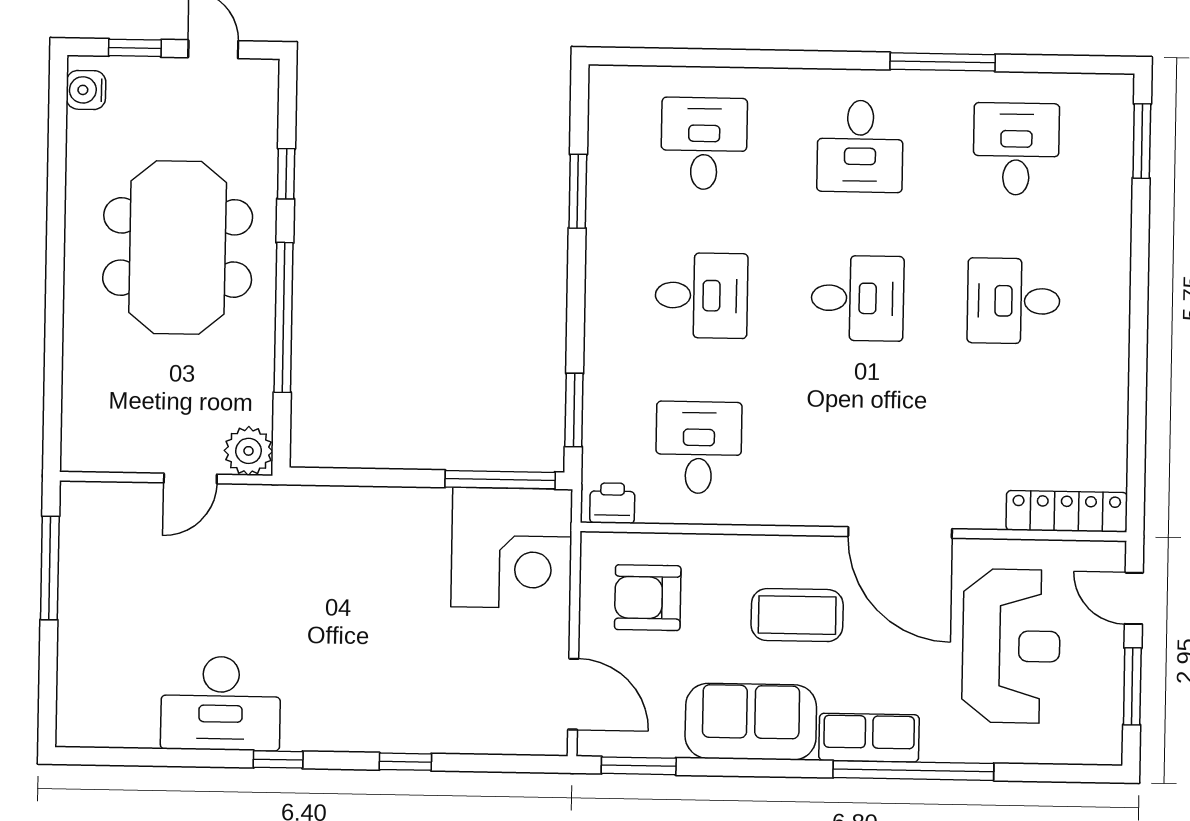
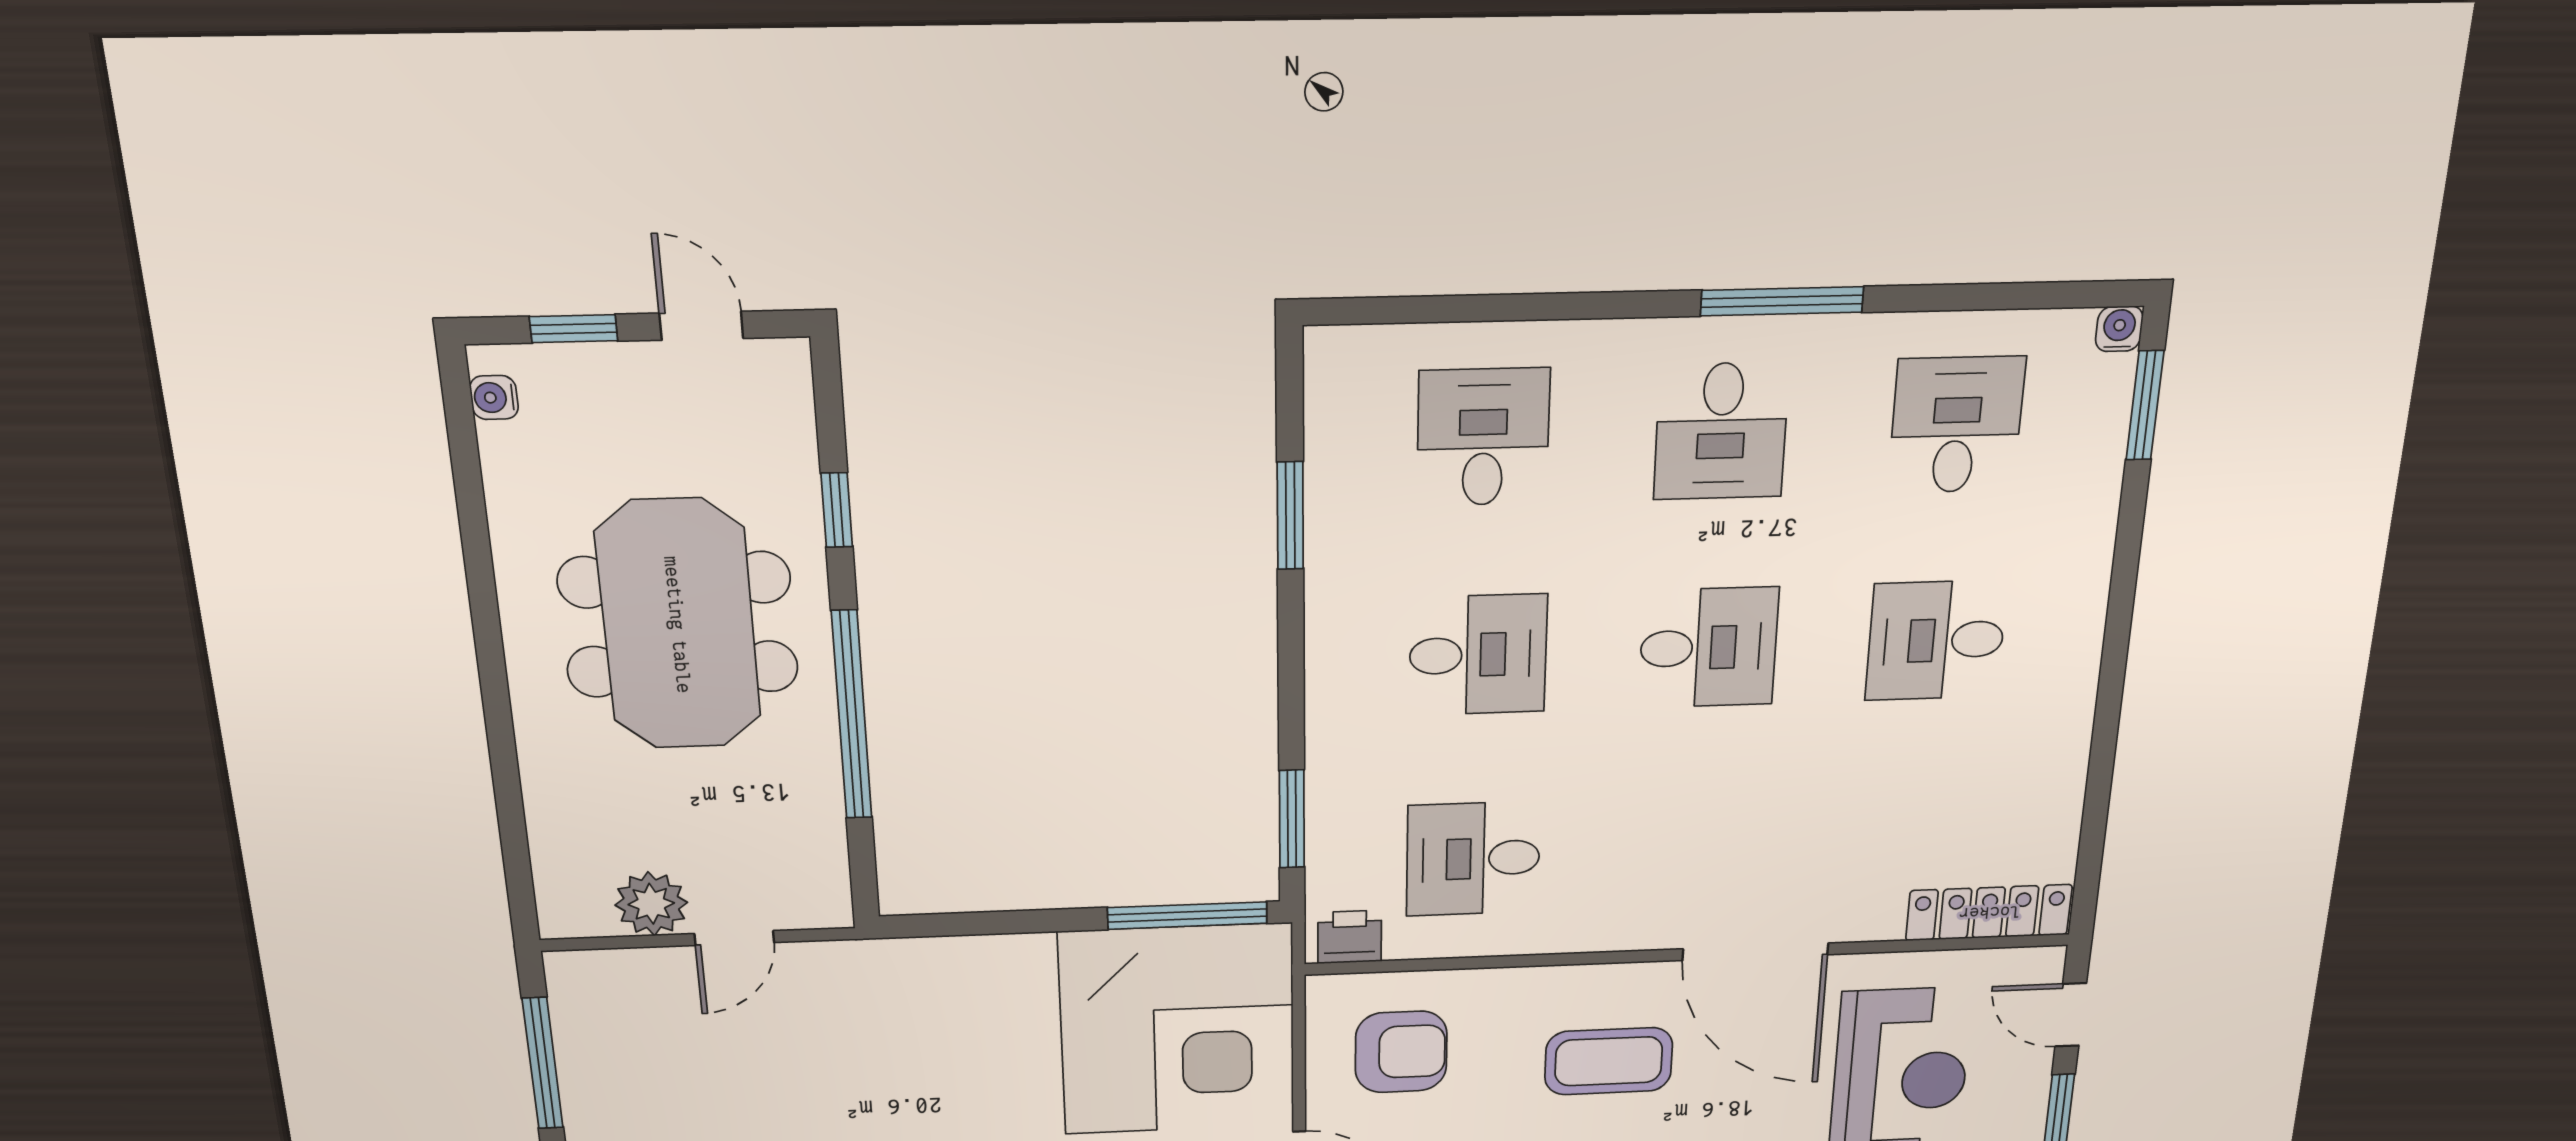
window: (943, 62) -> (1782, 301), moved
water cooler: (1119, 88) -> (2119, 329), added
water cooler: (86, 90) -> (494, 397), width x0.72, depth x0.72
desk: (699, 447) -> (1473, 859), turned -90
plant: (249, 451) -> (651, 904), moved
corner desk: (512, 548) -> (1177, 1029), width x1.36, depth x1.36
armchair: (648, 598) -> (1401, 1052), turned 180

